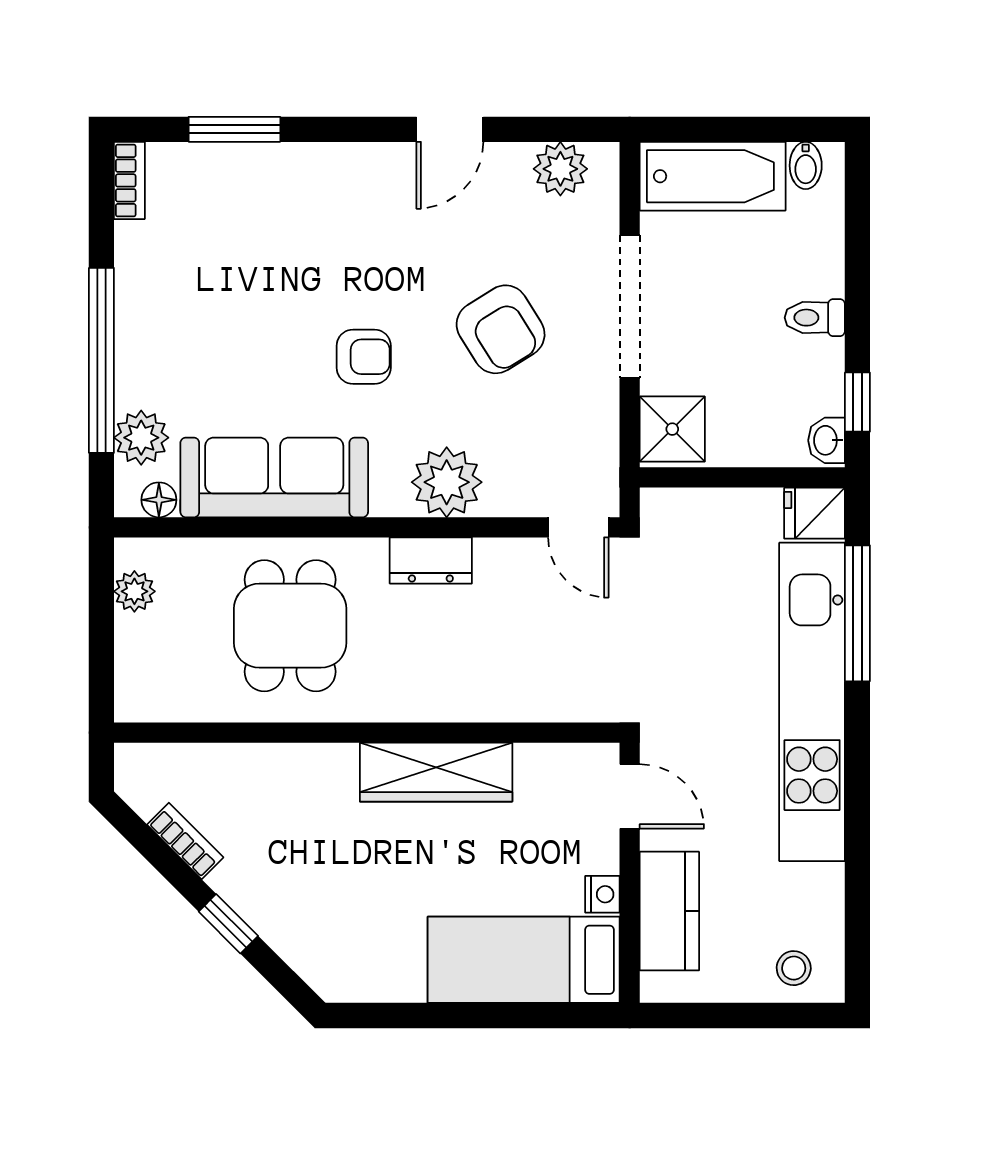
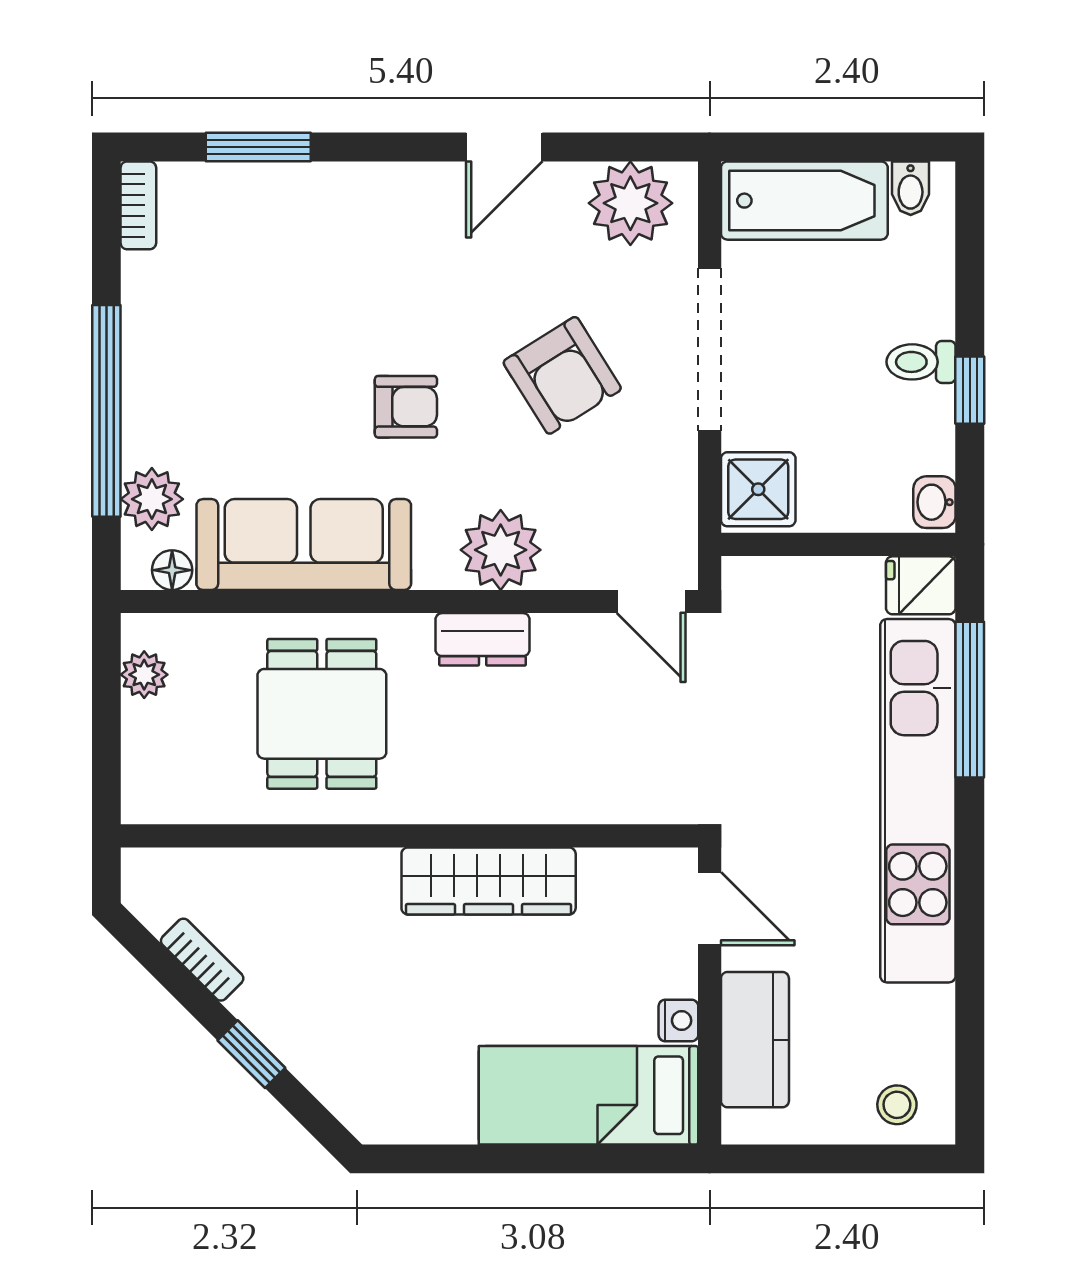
plant: (560, 169) -> (630, 203), width x1.36, depth x1.36
window: (857, 402) -> (970, 390), moved

